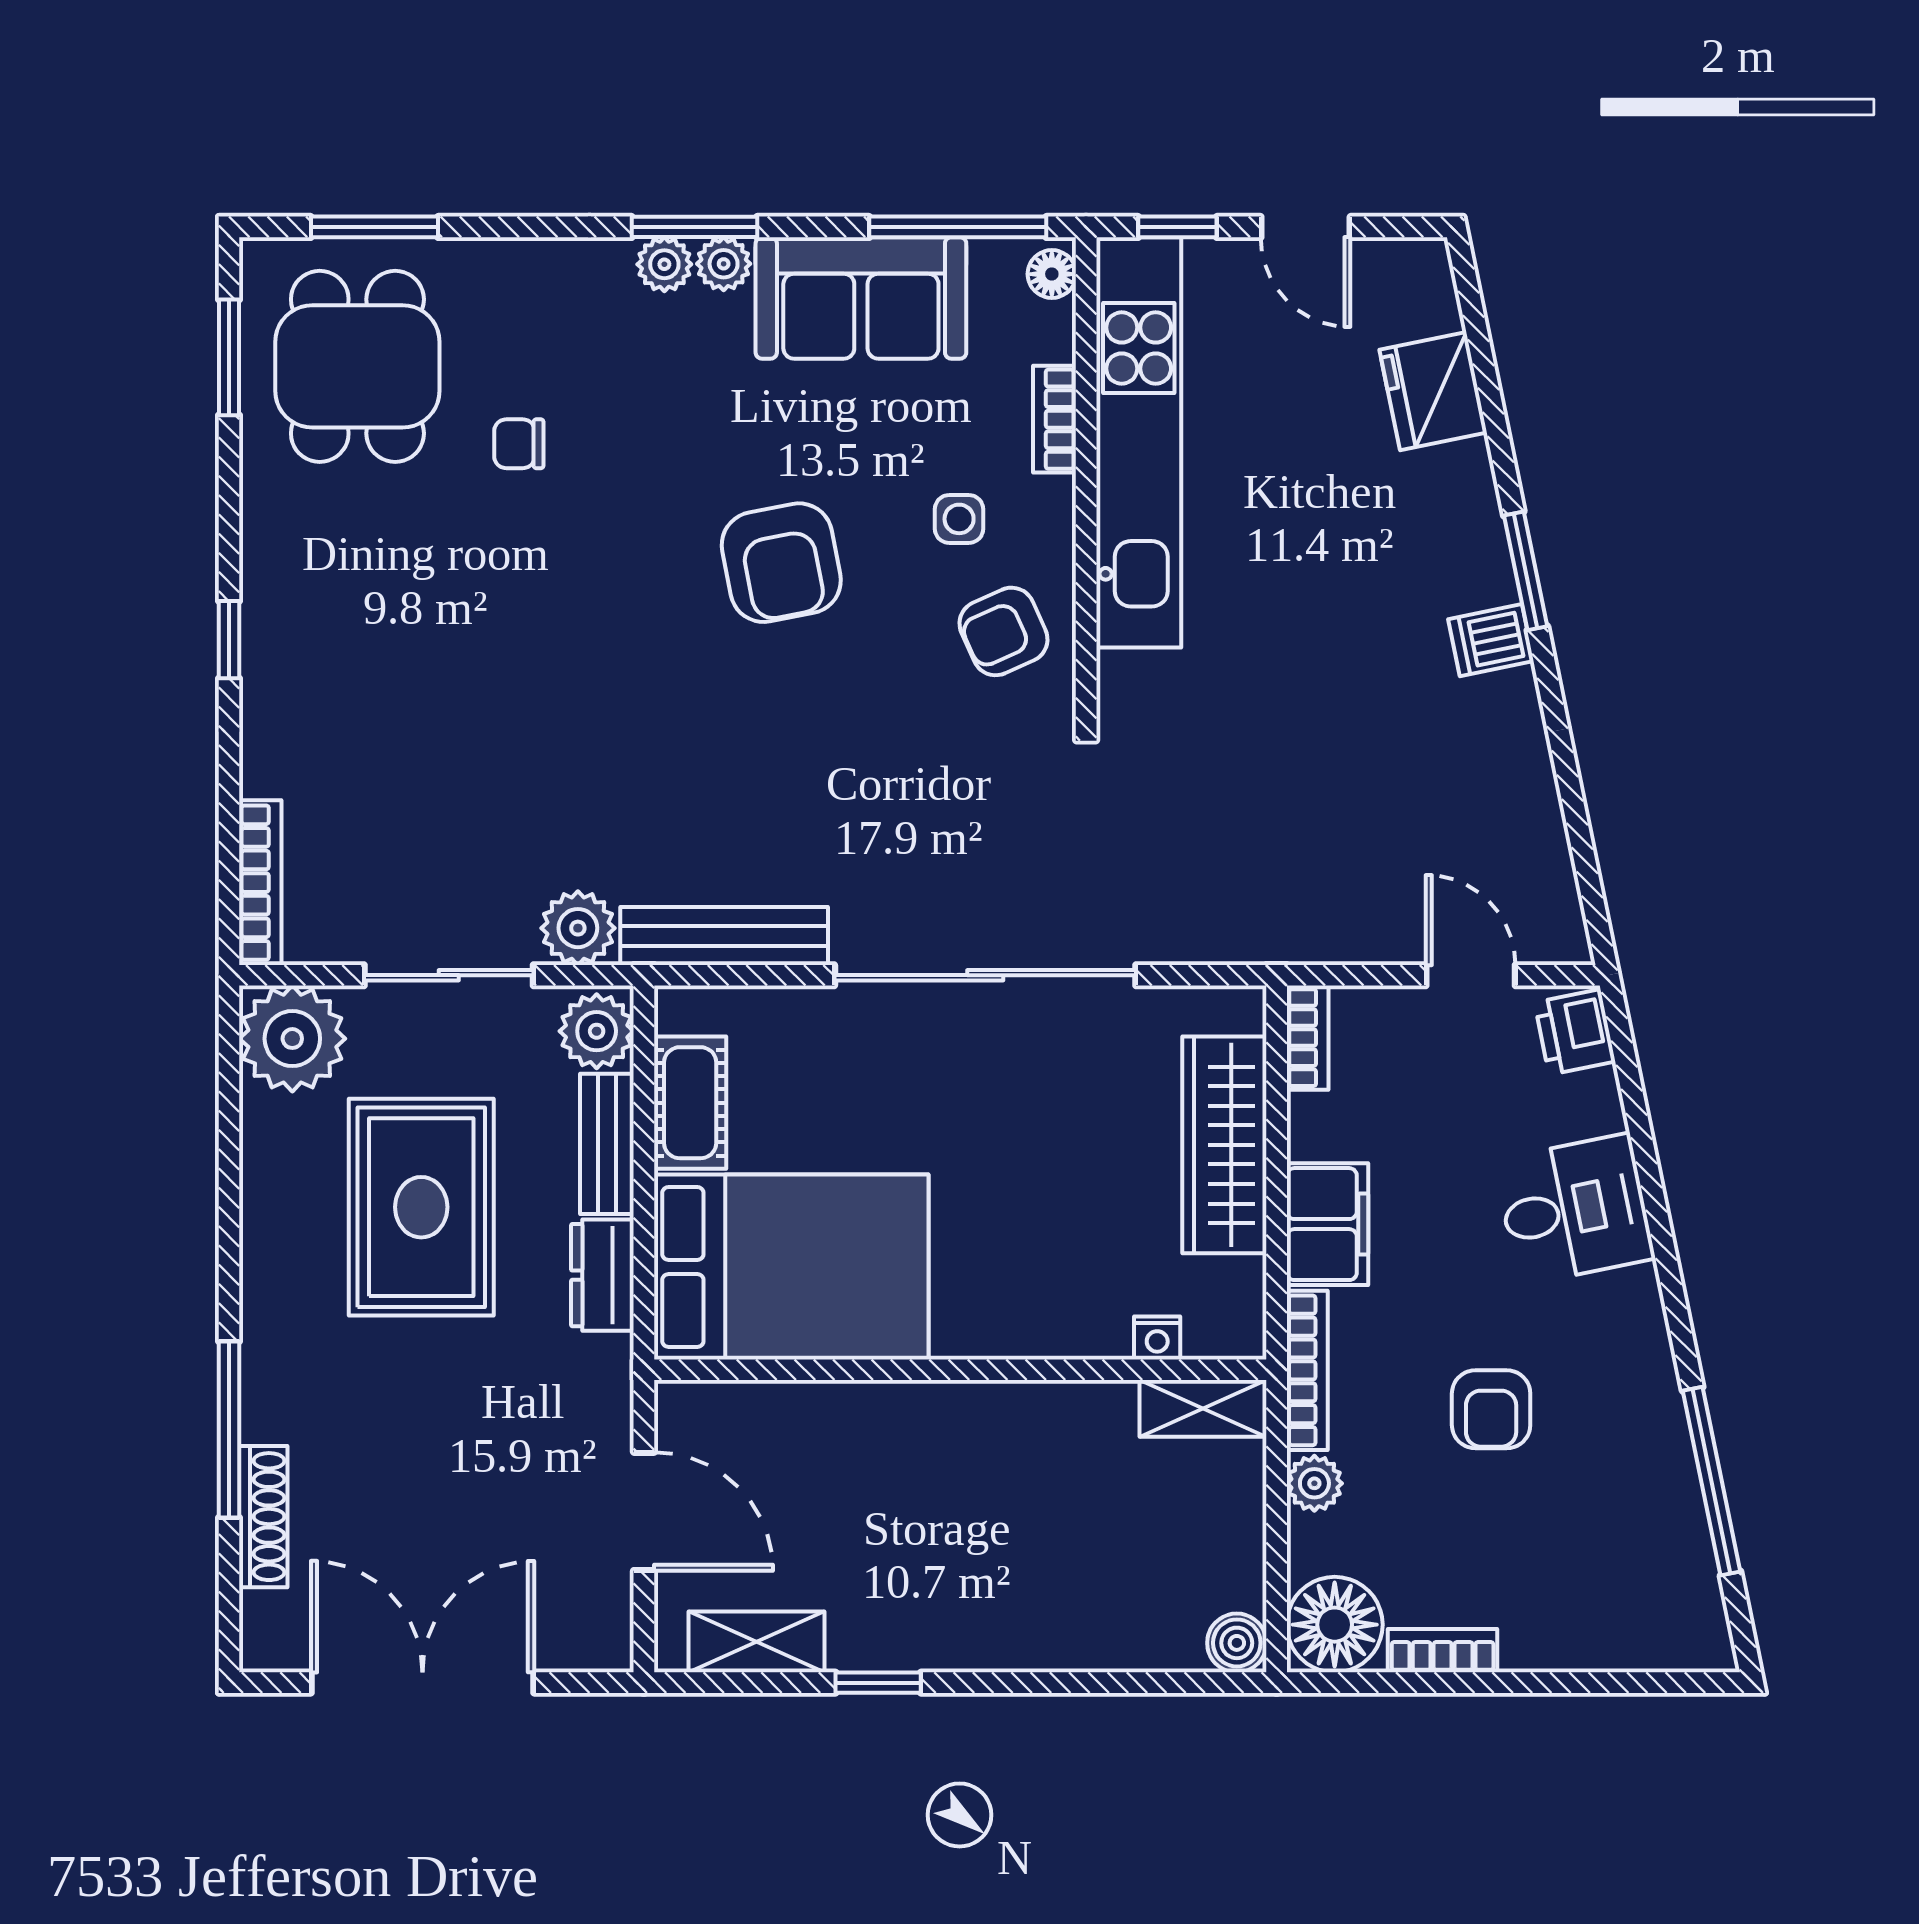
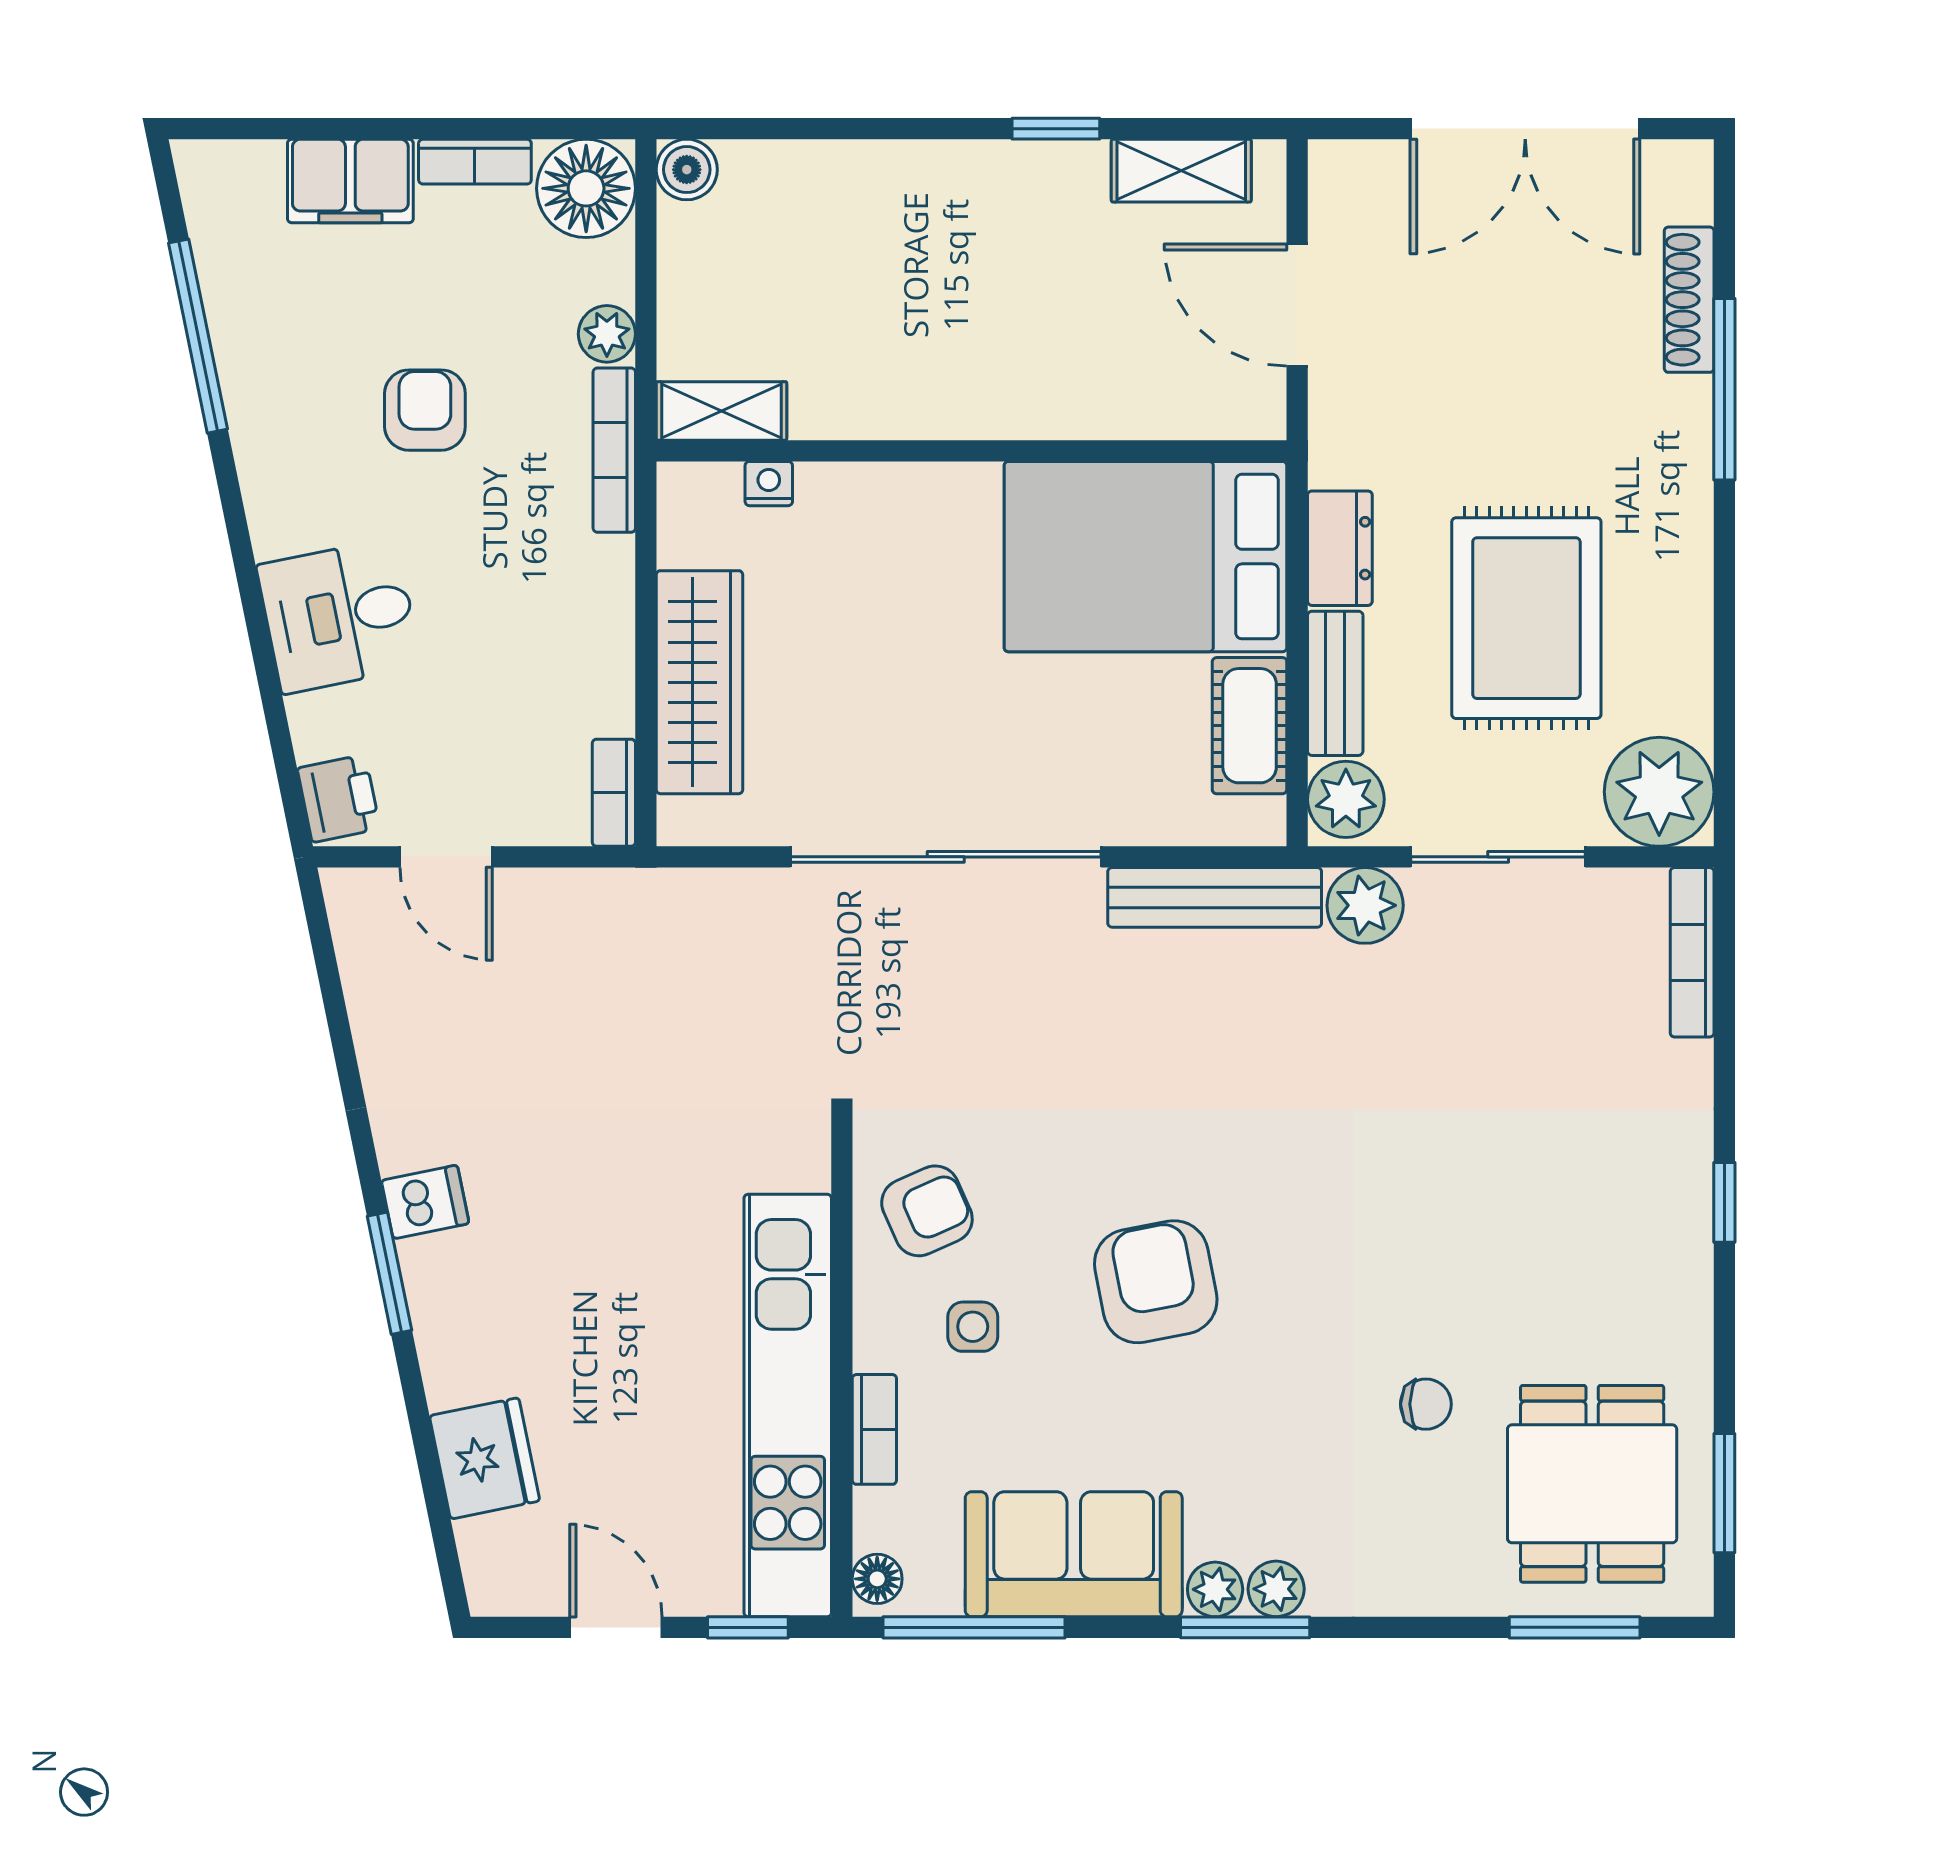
filing cabinet: (1327, 1224) -> (350, 181), moved, turned -90

